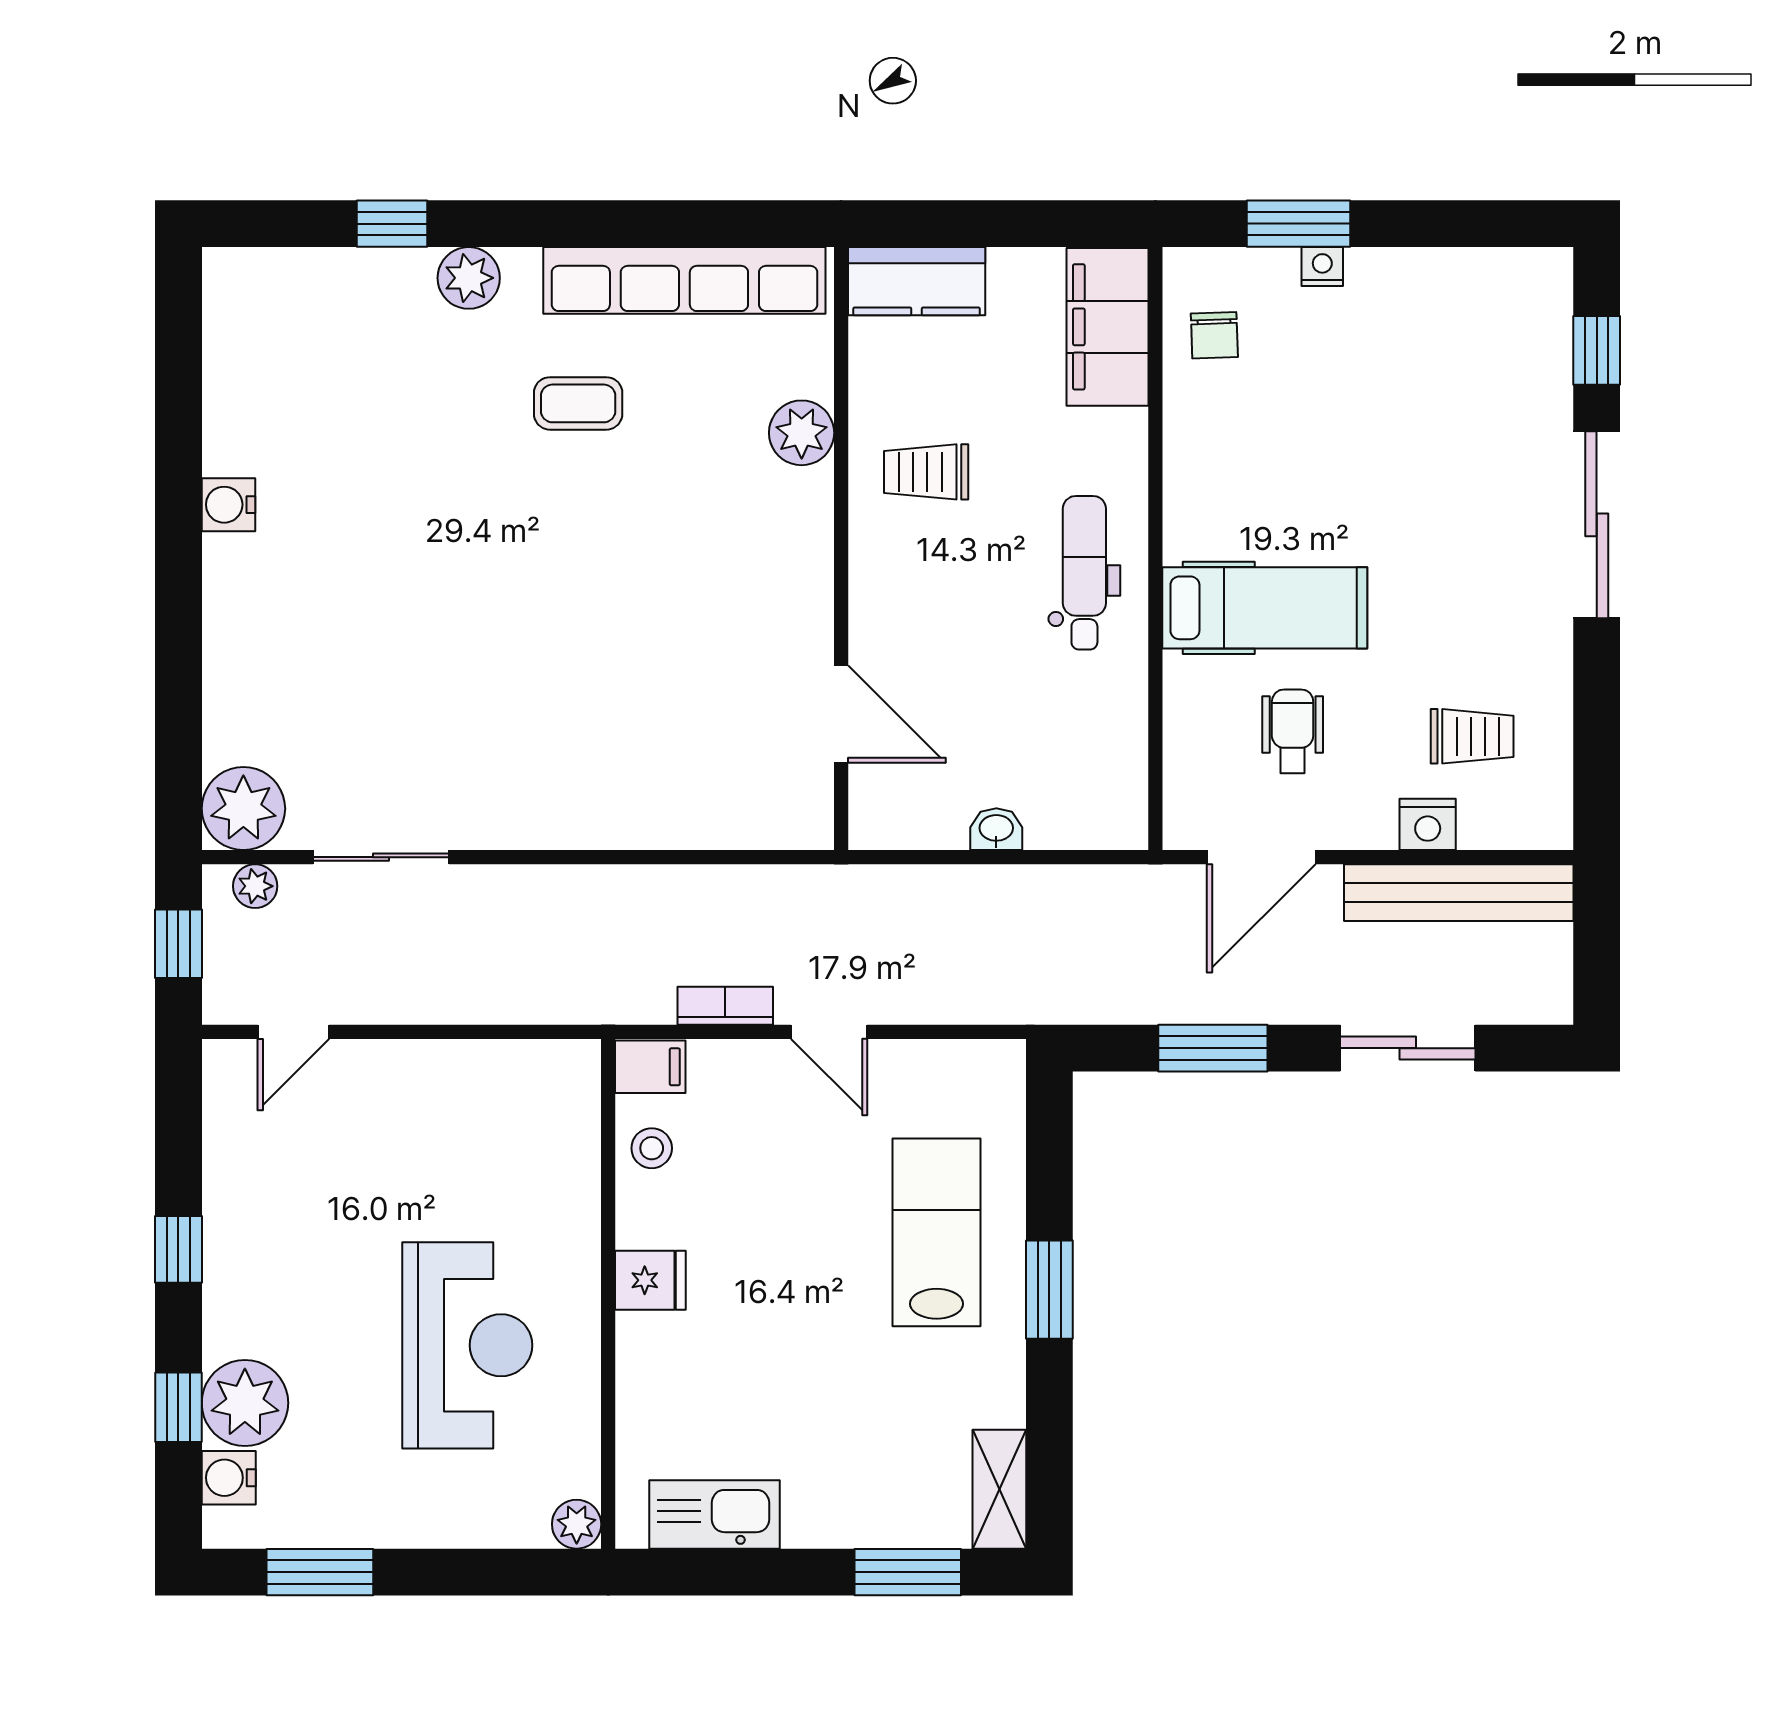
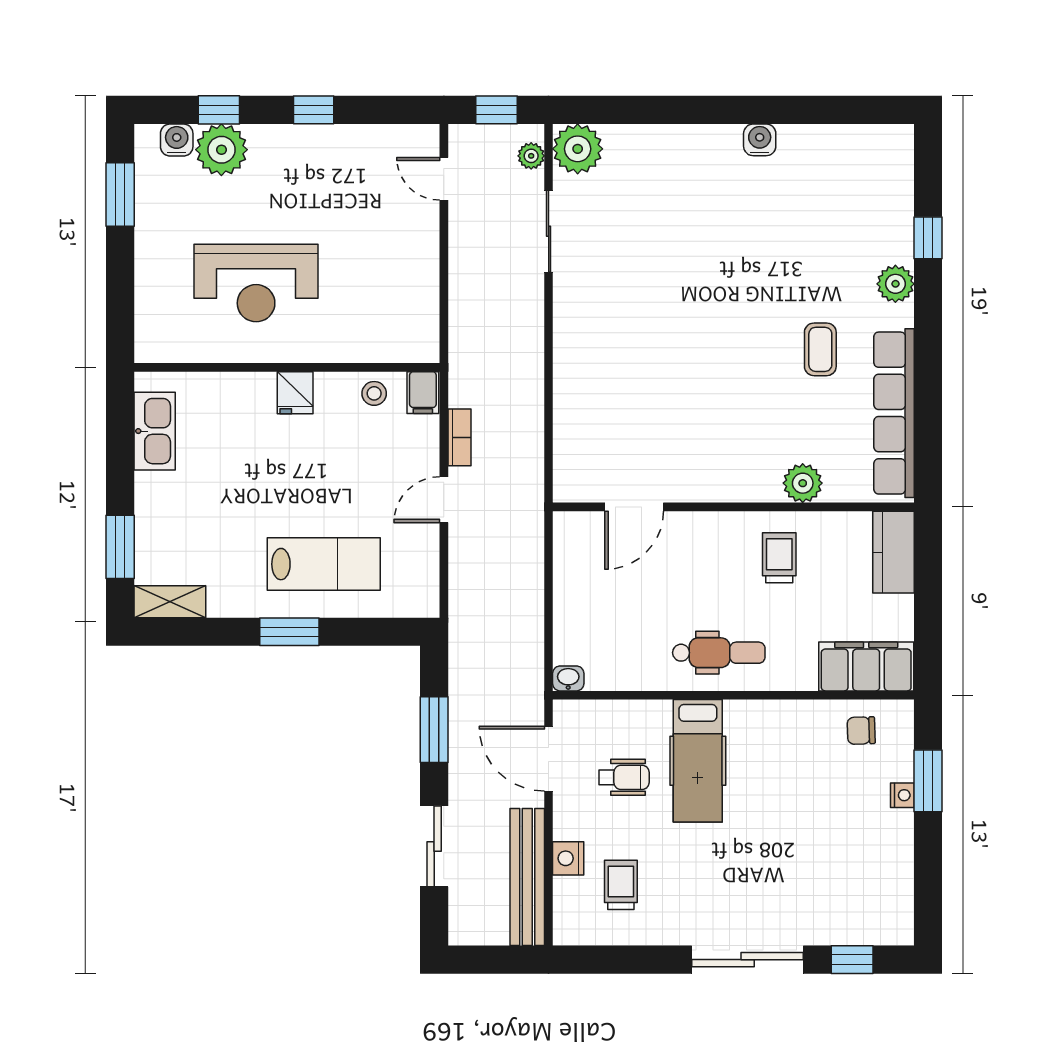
trolley: (1472, 736) -> (621, 885), turned 180
washbasin: (996, 829) -> (568, 678), moved, turned -90
plant: (577, 1524) -> (149, 348), removed

